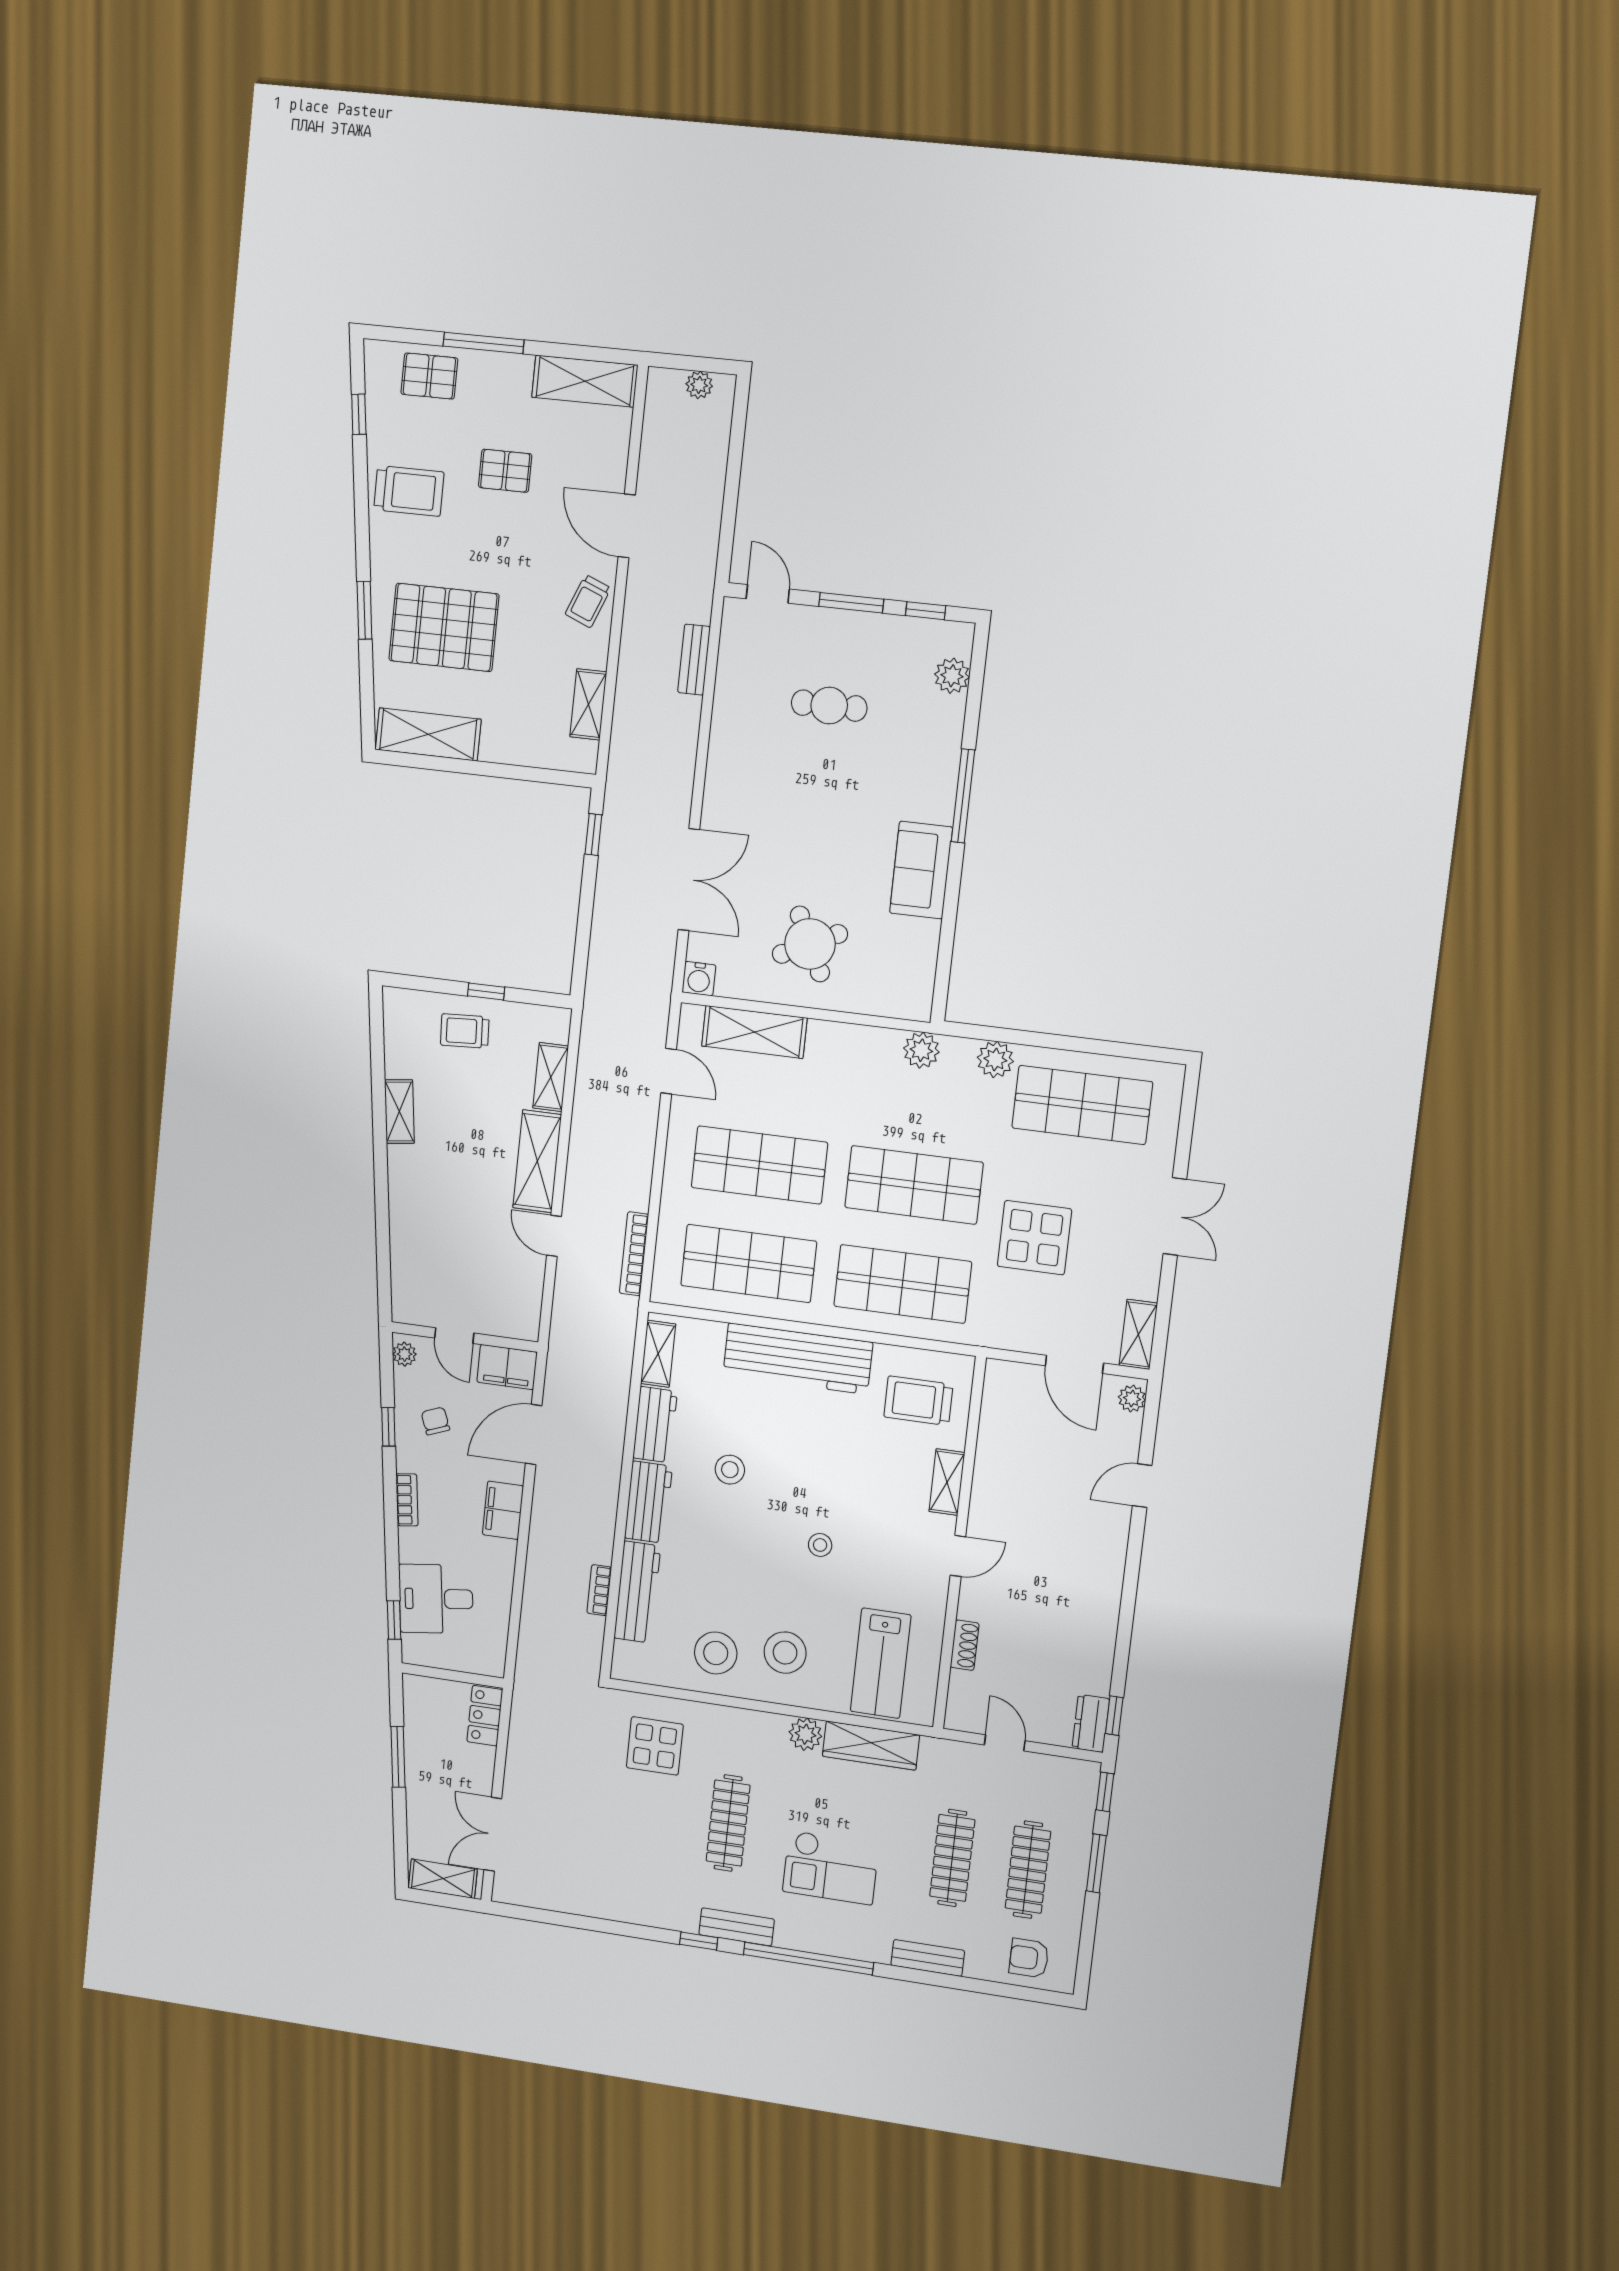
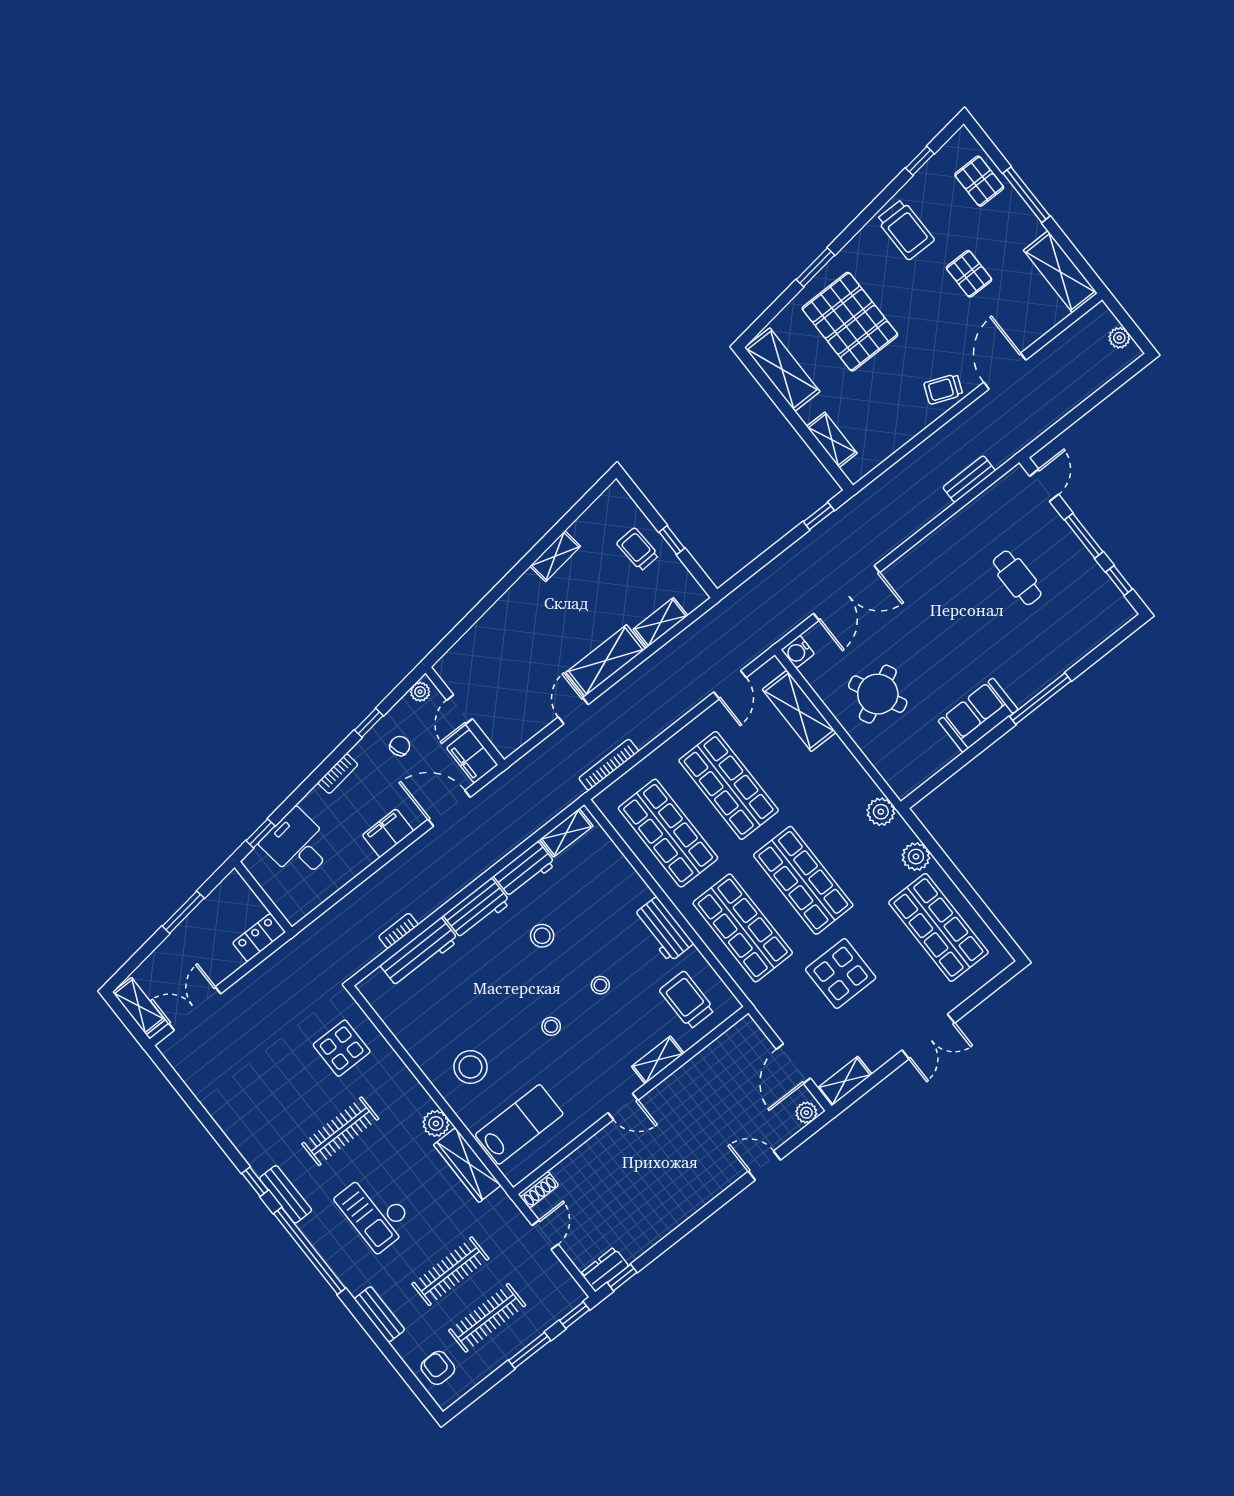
plant: (952, 676) -> (1099, 629), removed
shelving: (588, 704) -> (832, 440), moved, turned 90
workbench: (798, 1359) -> (663, 929), width x0.53, depth x0.76
shoe rack: (965, 1645) -> (538, 1190), moved
stool: (716, 1653) -> (600, 985), moved, width x0.53, depth x0.53
lab bench: (881, 1663) -> (519, 1124), turned 180

